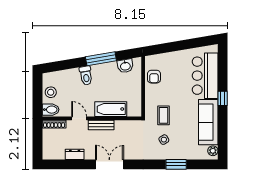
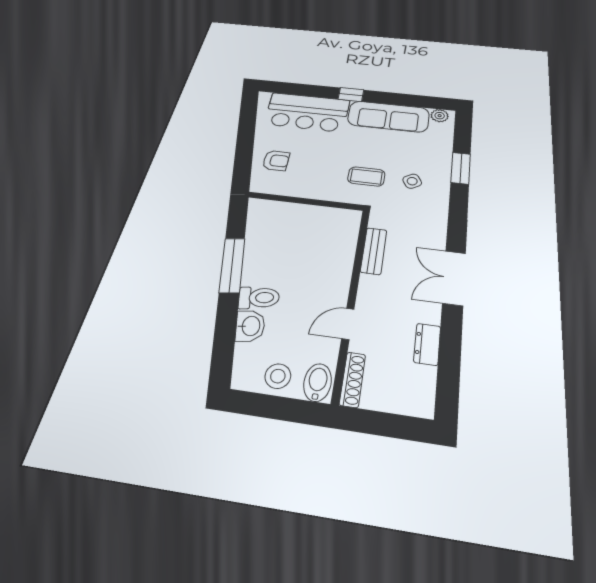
washbasin: (125, 66) -> (250, 326), moved
armchair: (154, 77) -> (276, 161), moved
bathtub: (111, 109) -> (339, 261), removed
bench: (101, 125) -> (374, 251), moved

